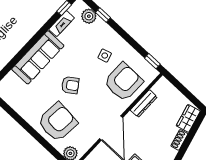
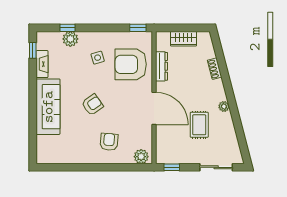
plant: (89, 16) -> (70, 39), moved
armchair: (123, 82) -> (131, 64), turned -90
wardrobe: (188, 118) -> (184, 39), moved, turned -75
armchair: (57, 122) -> (109, 142), width x0.53, depth x0.53

